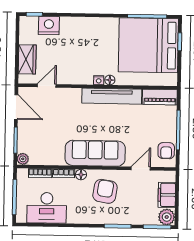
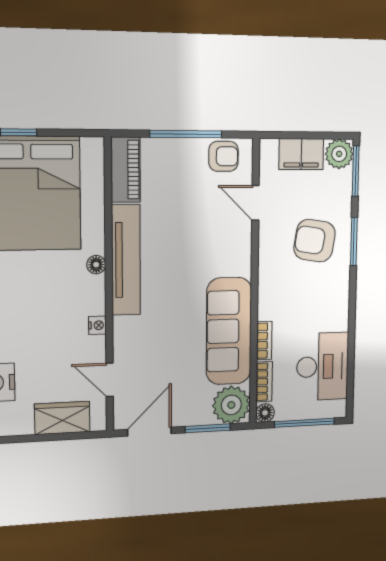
nightstand: (99, 80) -> (97, 325), moved
sofa: (95, 153) -> (229, 331), moved
plant: (23, 159) -> (231, 405), width x1.88, depth x1.88
floor lamp: (81, 175) -> (265, 413), moved
armchair: (105, 191) -> (315, 241), moved

